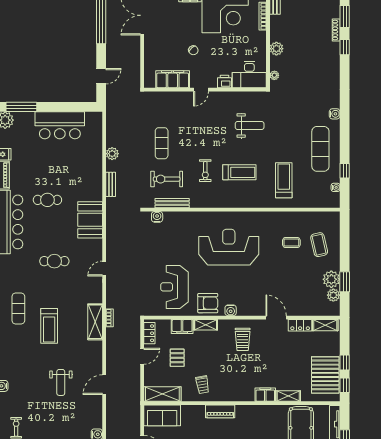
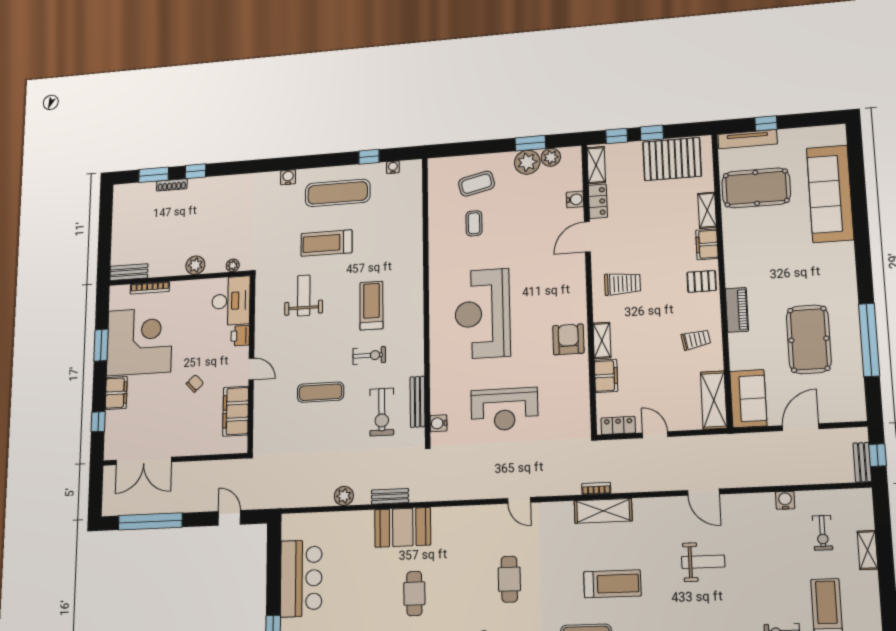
exercise mat: (162, 143) -> (320, 392), moved
treadmill: (284, 180) -> (326, 243), moved
booth: (90, 220) -> (403, 527), moved
reception desk: (174, 287) -> (504, 409), moved
water cooler: (231, 310) -> (575, 199), moved
pallet: (177, 358) -> (702, 281), moved
window: (345, 385) -> (617, 136), moved

